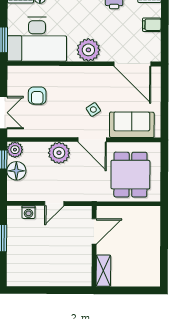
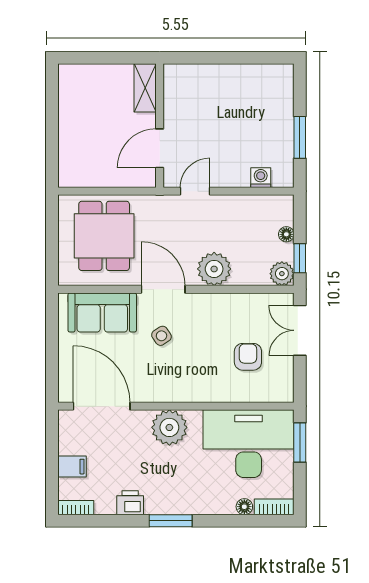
floor lamp: (16, 171) -> (286, 234), width x0.53, depth x0.53
door: (54, 203) -> (195, 191), moved

